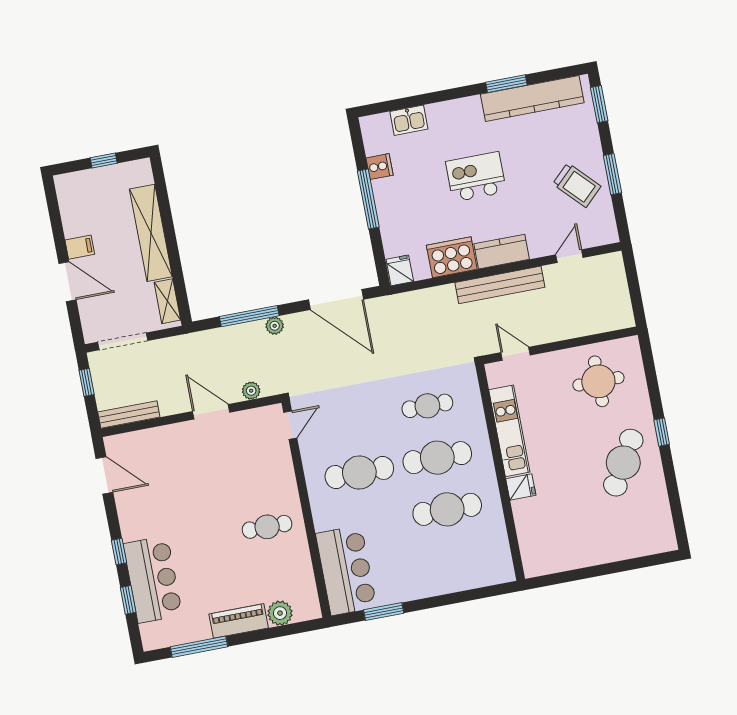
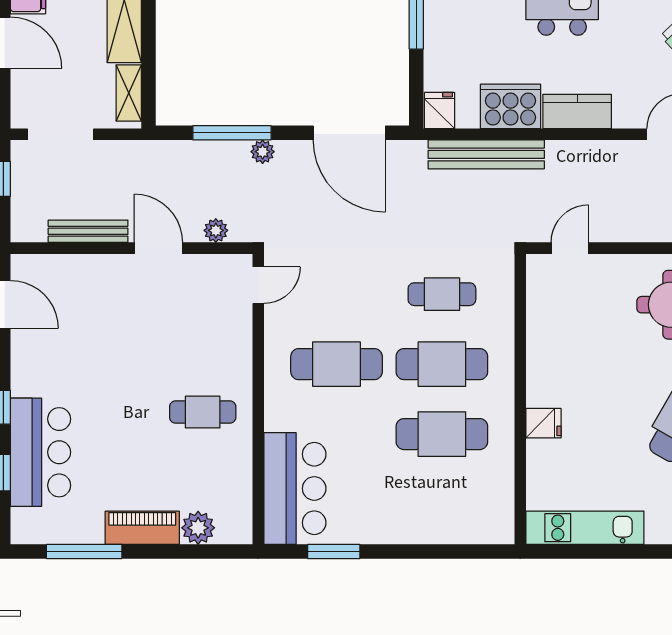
bench: (500, 285) -> (486, 154), moved
door: (516, 354) -> (570, 248), hinge flipped
bench: (129, 415) -> (88, 231), moved
kitchen unit: (509, 431) -> (585, 528), moved, turned -90

